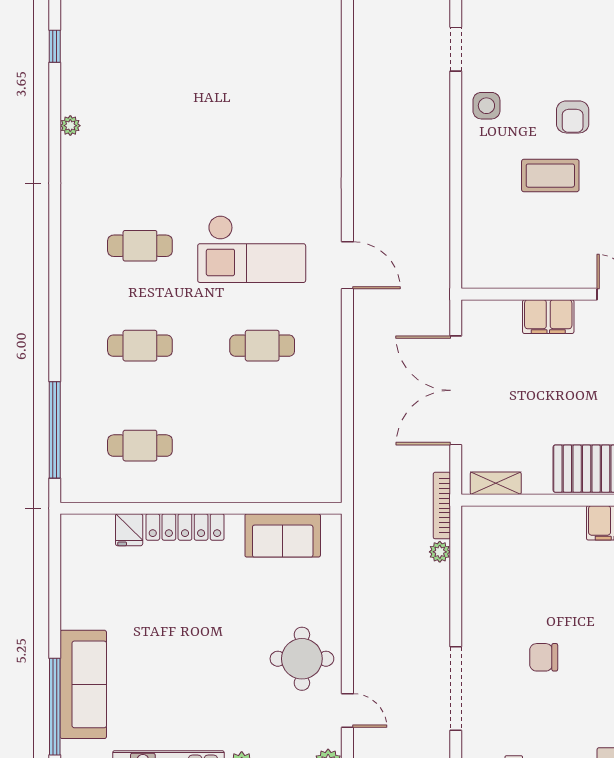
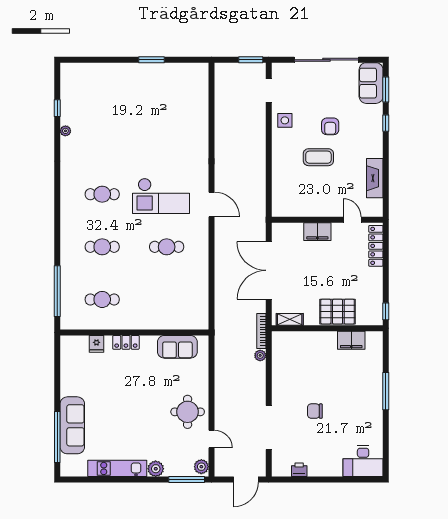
window: (55, 46) -> (57, 108), moved
locker: (185, 527) -> (126, 342), width x0.66

